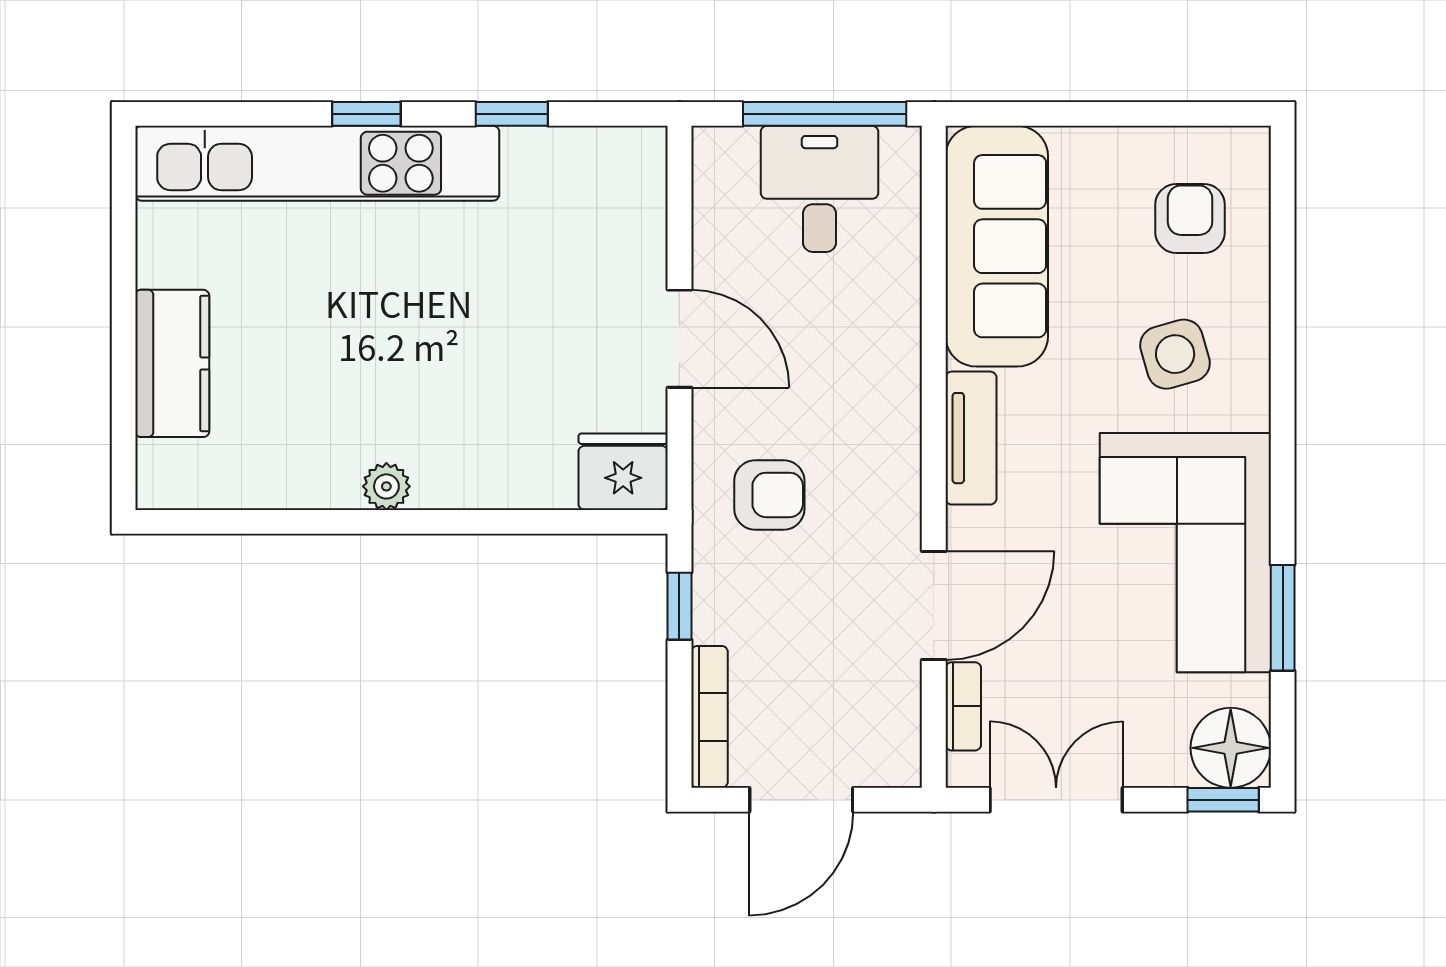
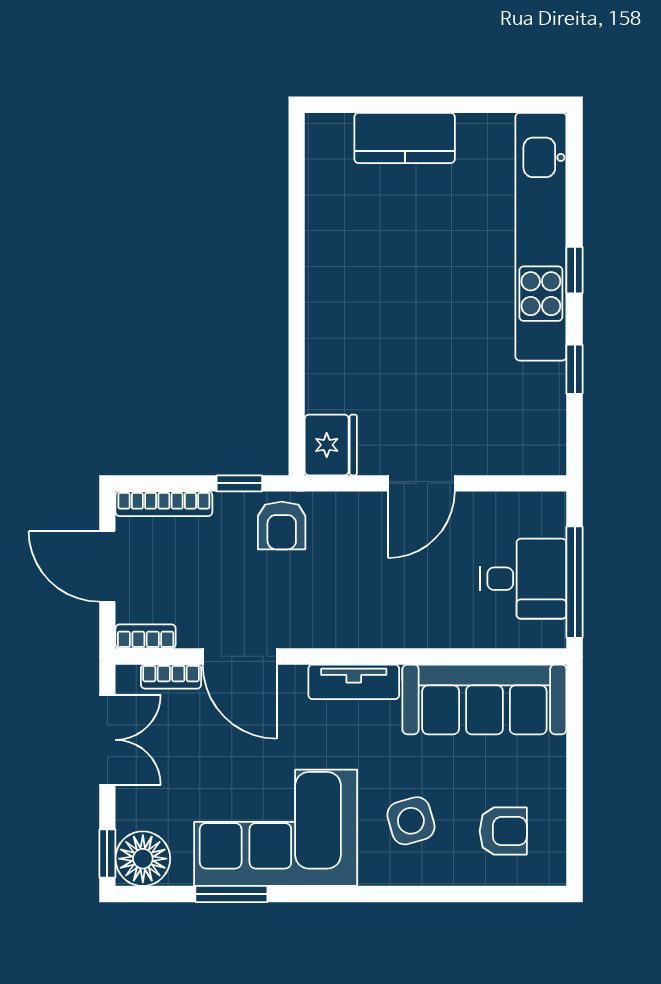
plant: (386, 486) -> (321, 284), removed
armchair: (769, 495) -> (282, 525), moved
bookcase: (904, 744) -> (146, 636), added

